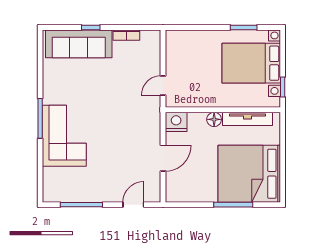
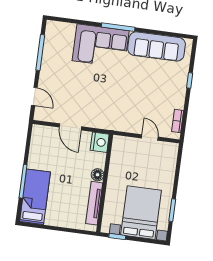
bookcase: (126, 35) -> (178, 121), moved
sofa: (79, 44) -> (157, 46), moved, turned -90
door: (163, 85) -> (150, 138), moved
bed: (249, 174) -> (35, 197), width x0.49

